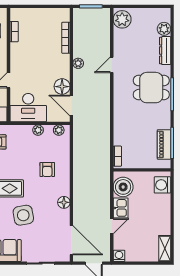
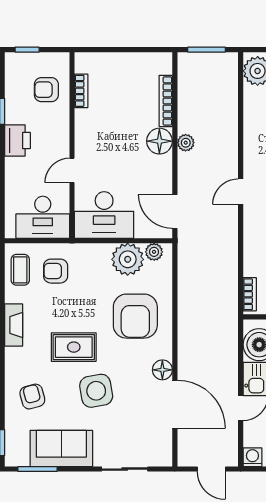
door: (112, 65) -> (241, 192), moved
floor lamp: (62, 87) -> (159, 141), moved
plant: (38, 130) -> (128, 259), width x1.88, depth x1.88
armchair: (47, 169) -> (135, 316), width x1.88, depth x1.88
door: (71, 240) -> (175, 404), moved

